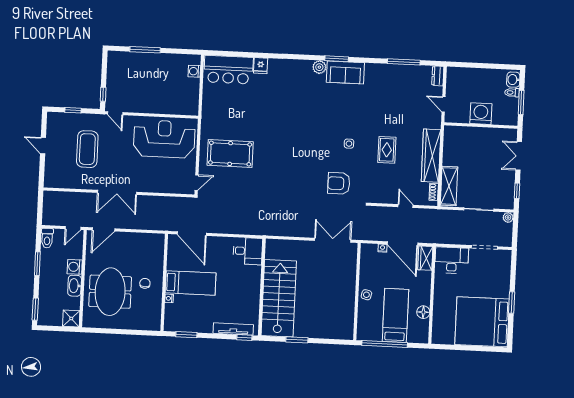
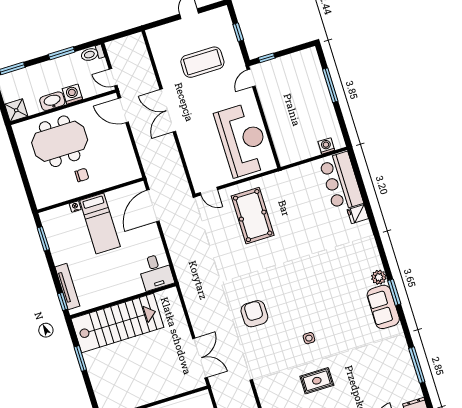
armchair: (339, 183) -> (254, 314), moved

